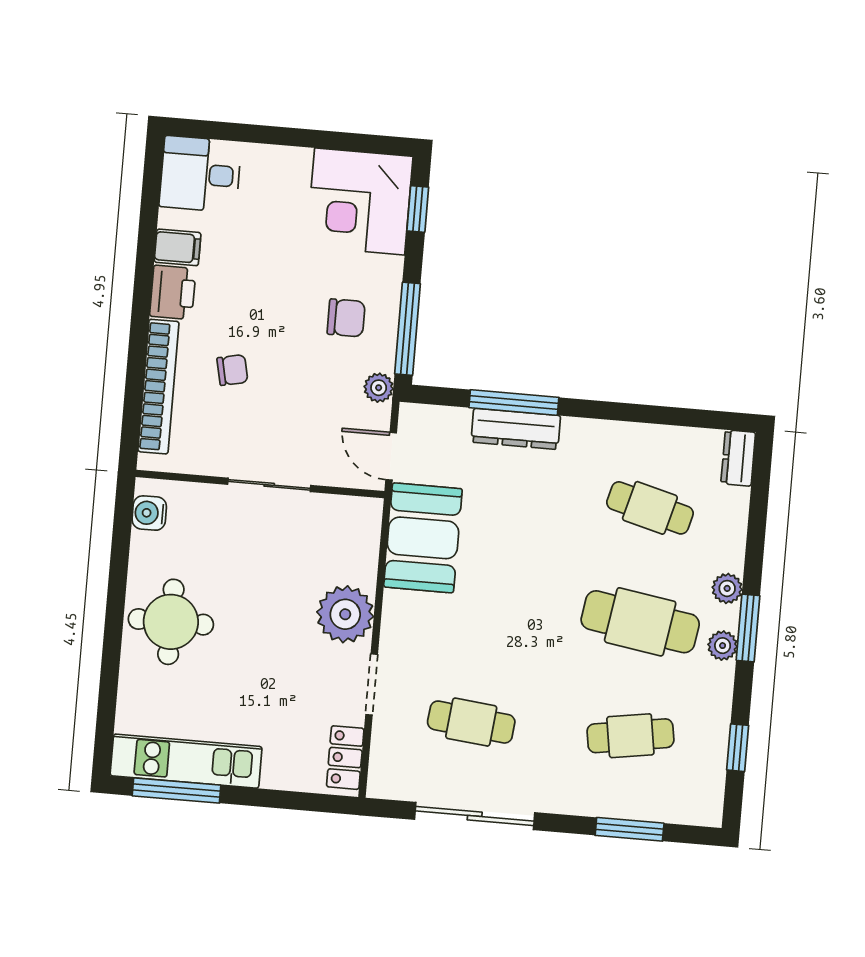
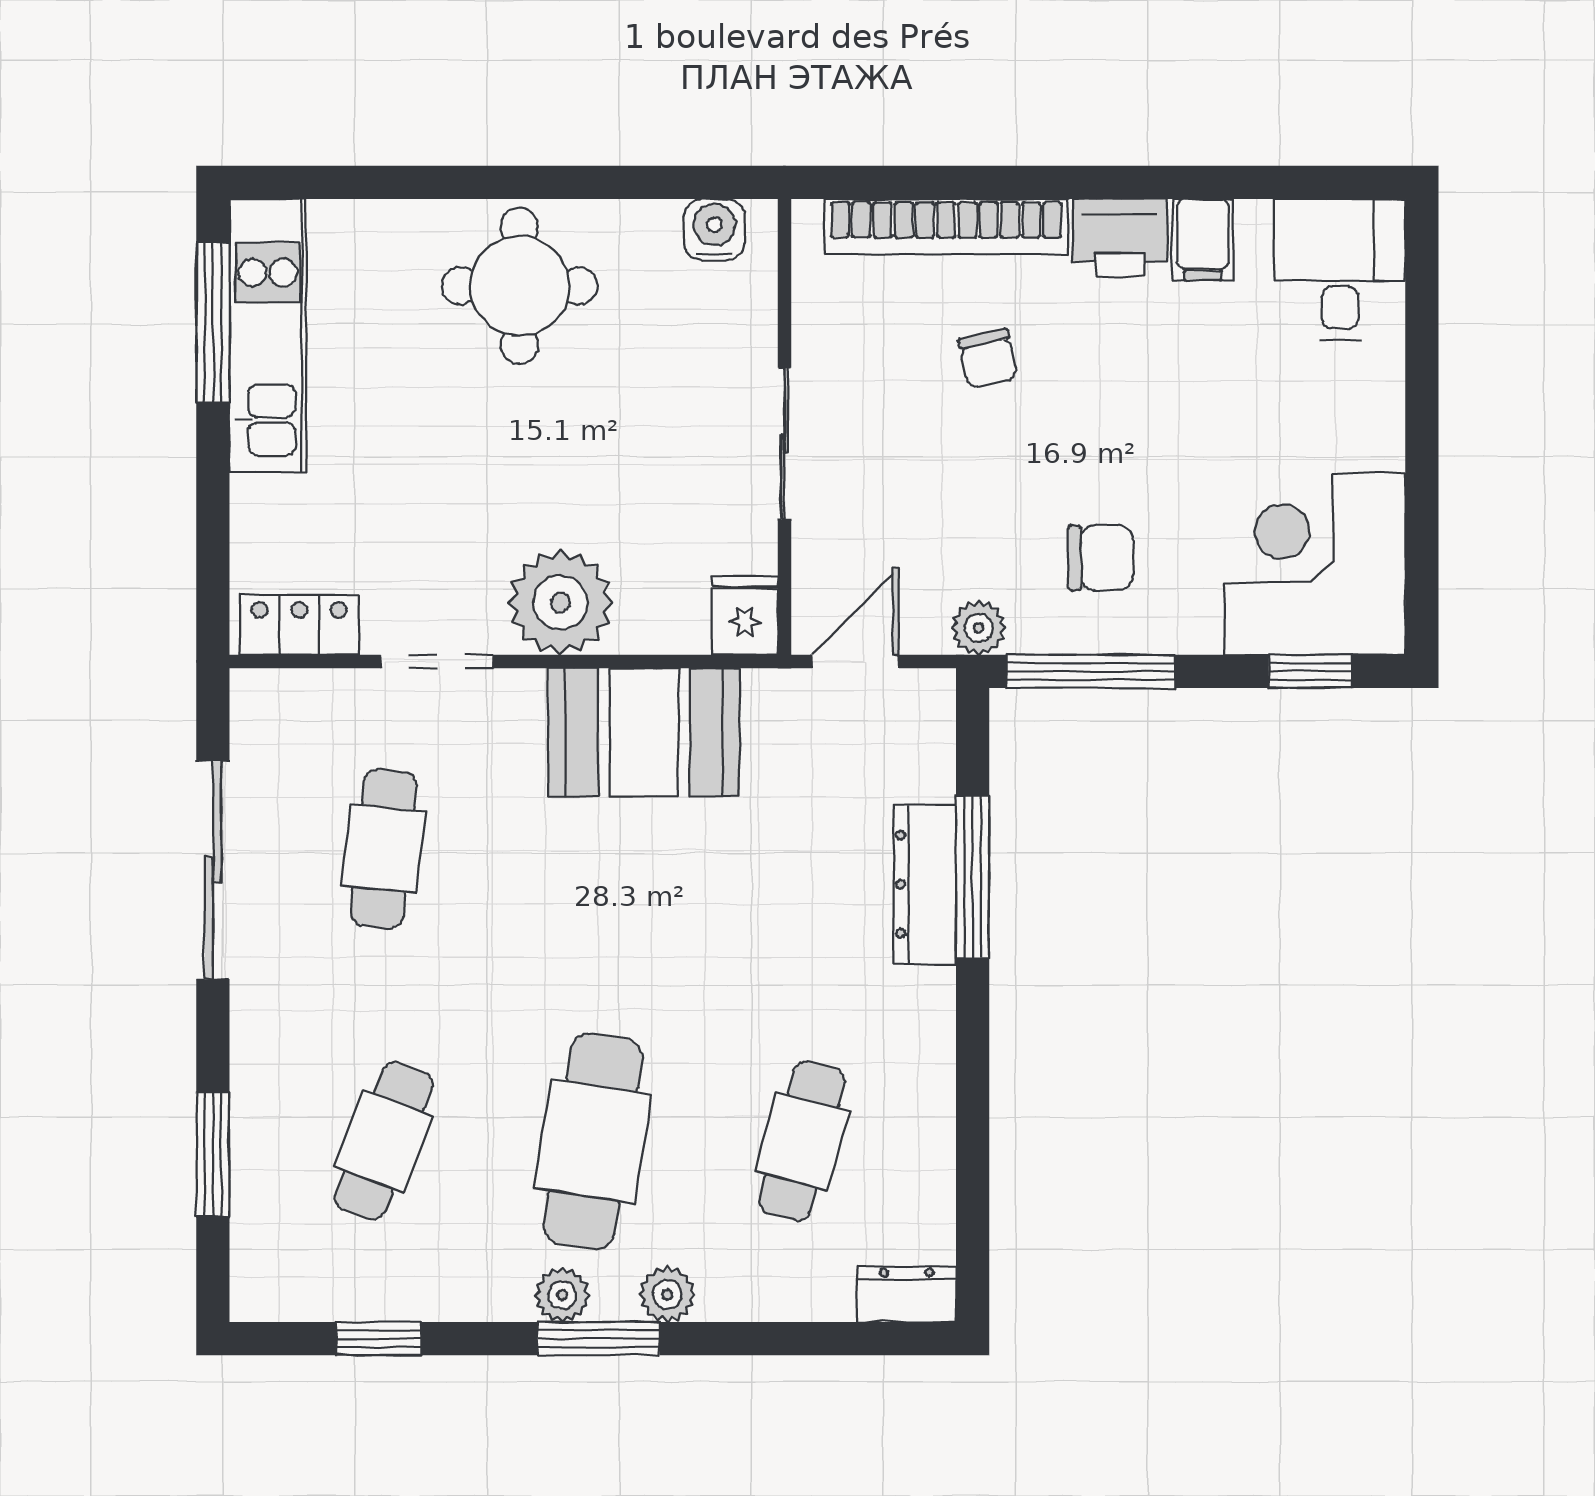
chair: (346, 318) -> (1101, 558), turned -90
fridge: (361, 514) -> (745, 615), added
booth: (423, 538) -> (644, 732), moved
cafe table: (630, 736) -> (384, 1141), turned 30

